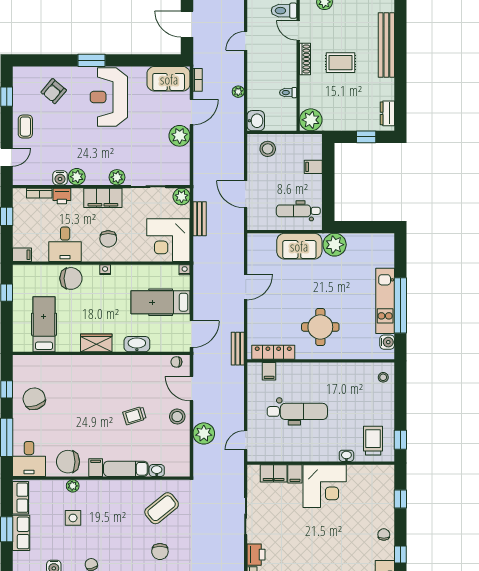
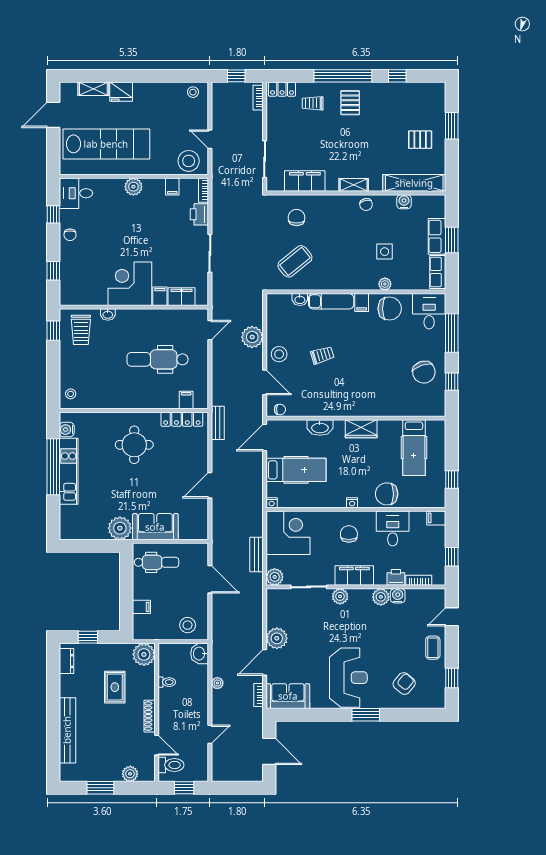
rug: (340, 63) -> (115, 687), moved, turned 90

